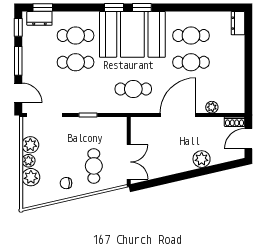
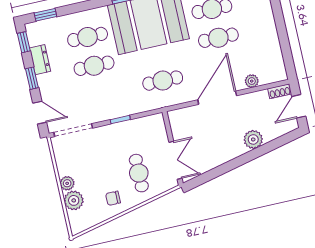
dresser: (39, 18) -> (40, 60), moved, turned -90
window: (18, 61) -> (32, 78), width x0.67
plant: (30, 145) -> (65, 166), removed

